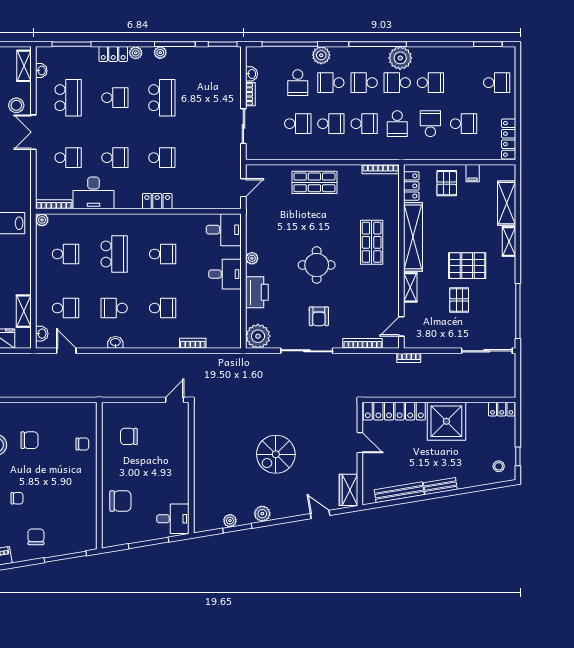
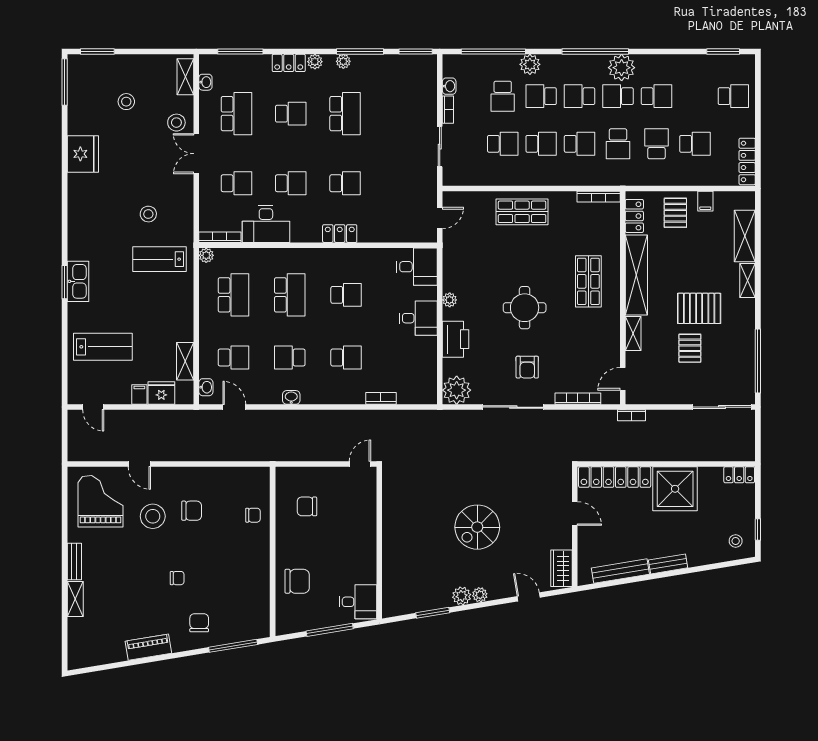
school desk: (65, 254) -> (233, 295), width x1.85
plant: (230, 521) -> (480, 595), moved

